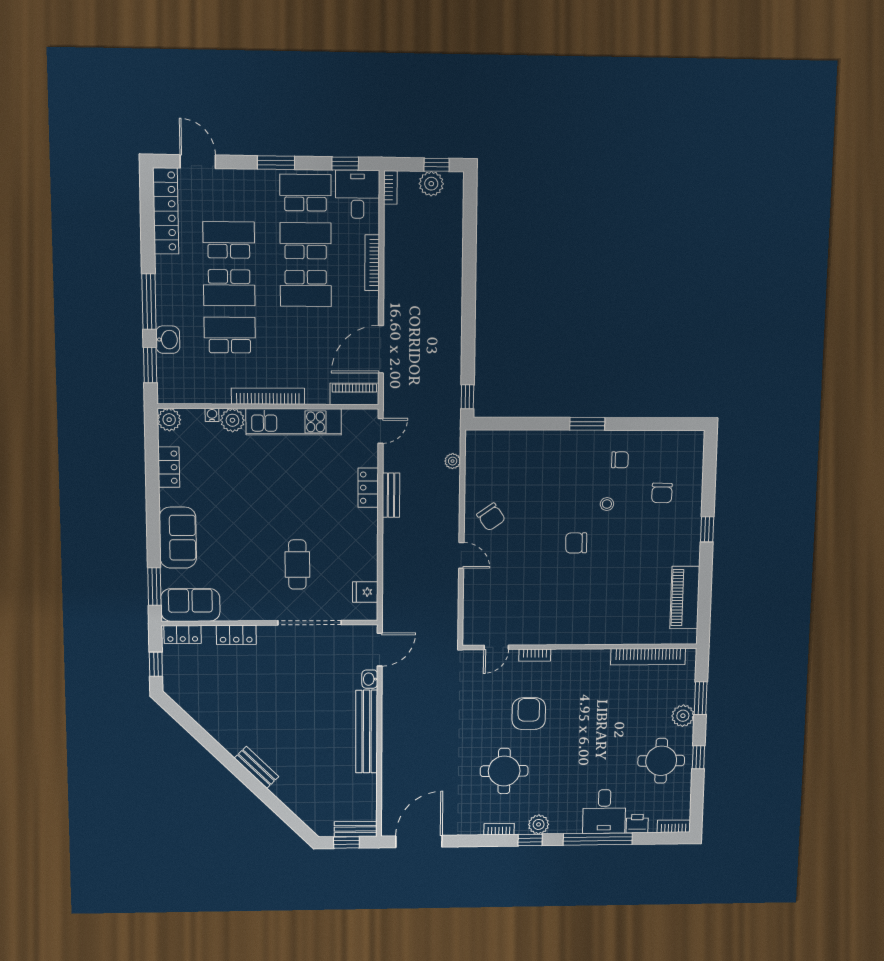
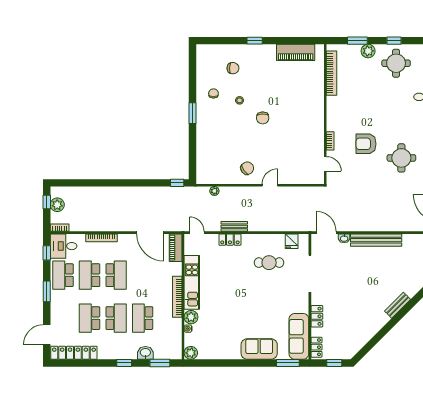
window: (149, 302) -> (124, 363), width x0.46
locker: (169, 467) -> (218, 353), removed
cafe table: (297, 565) -> (269, 263), moved
sofa: (190, 605) -> (299, 336), width x1.36

